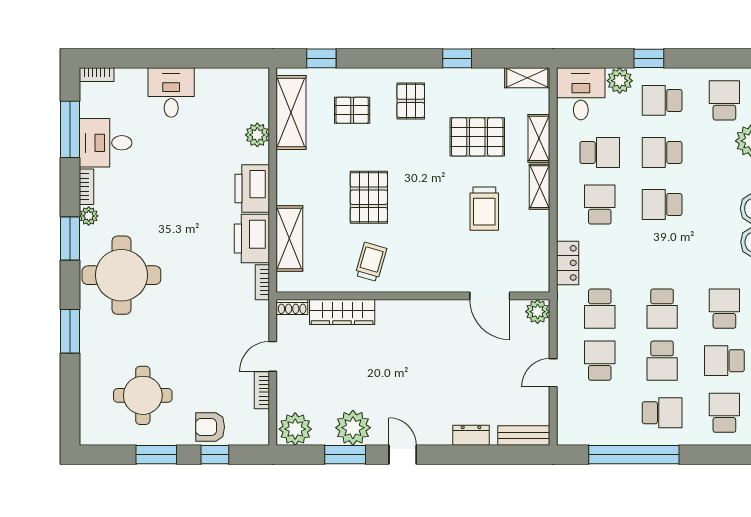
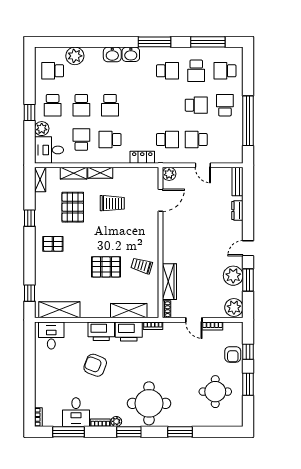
desk: (171, 93) -> (51, 336), moved, turned 90
pallet: (352, 110) -> (58, 276), removed
plant: (257, 135) -> (72, 328), removed
armchair: (191, 178) -> (95, 365), added
school desk: (662, 309) -> (167, 105), removed
school desk: (724, 309) -> (167, 71), turned 180

